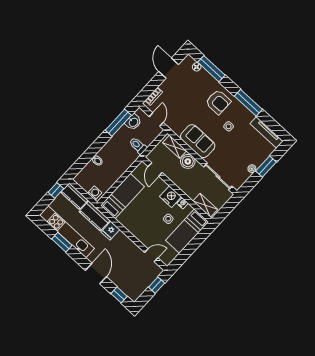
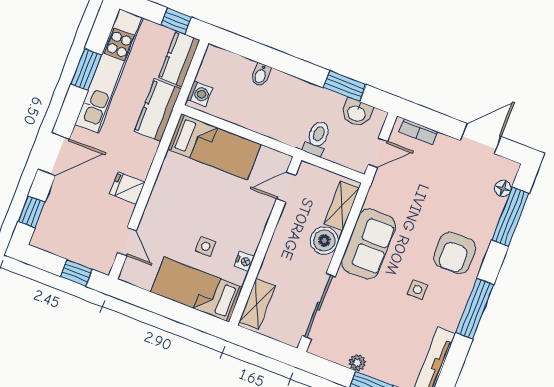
window: (118, 123) -> (345, 86), width x0.69
nightstand: (170, 197) -> (248, 234), removed
fridge: (110, 231) -> (127, 188), moved

